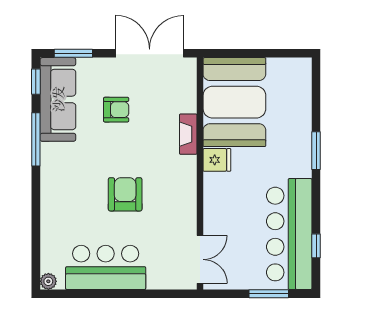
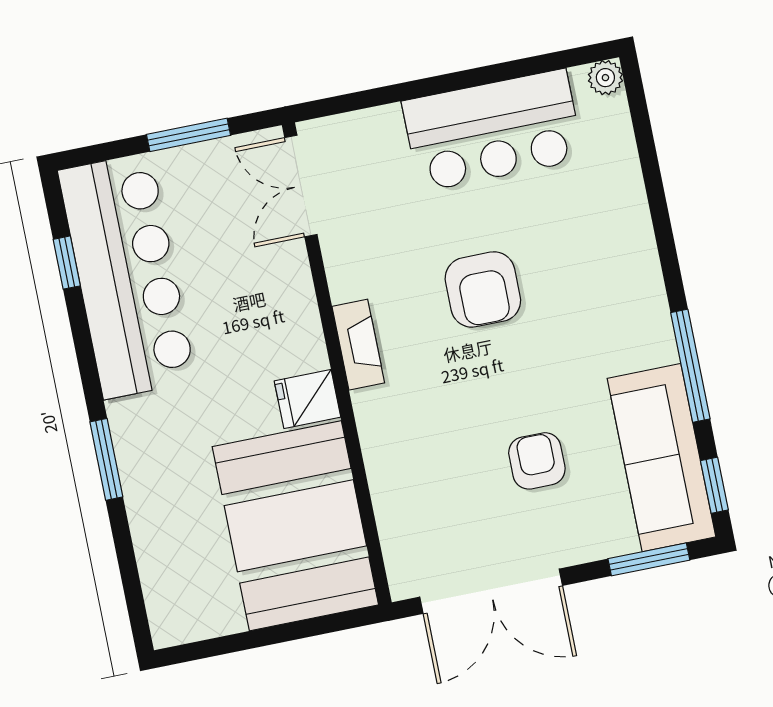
armchair: (116, 110) -> (537, 461), turned 90
fireplace: (188, 134) -> (358, 345), moved
window: (269, 294) -> (189, 135), moved

